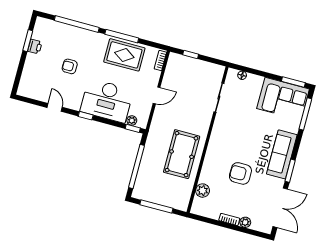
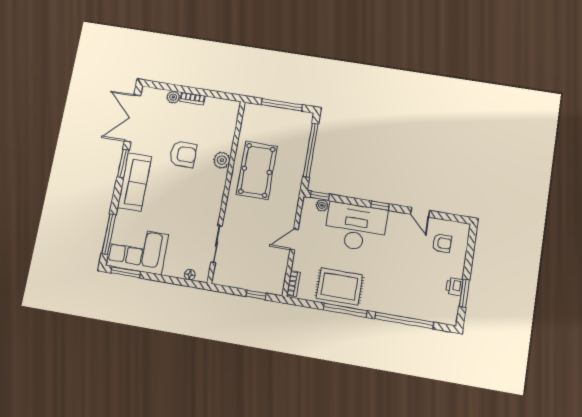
armchair: (70, 66) -> (442, 243), moved
plant: (203, 191) -> (222, 160), moved

